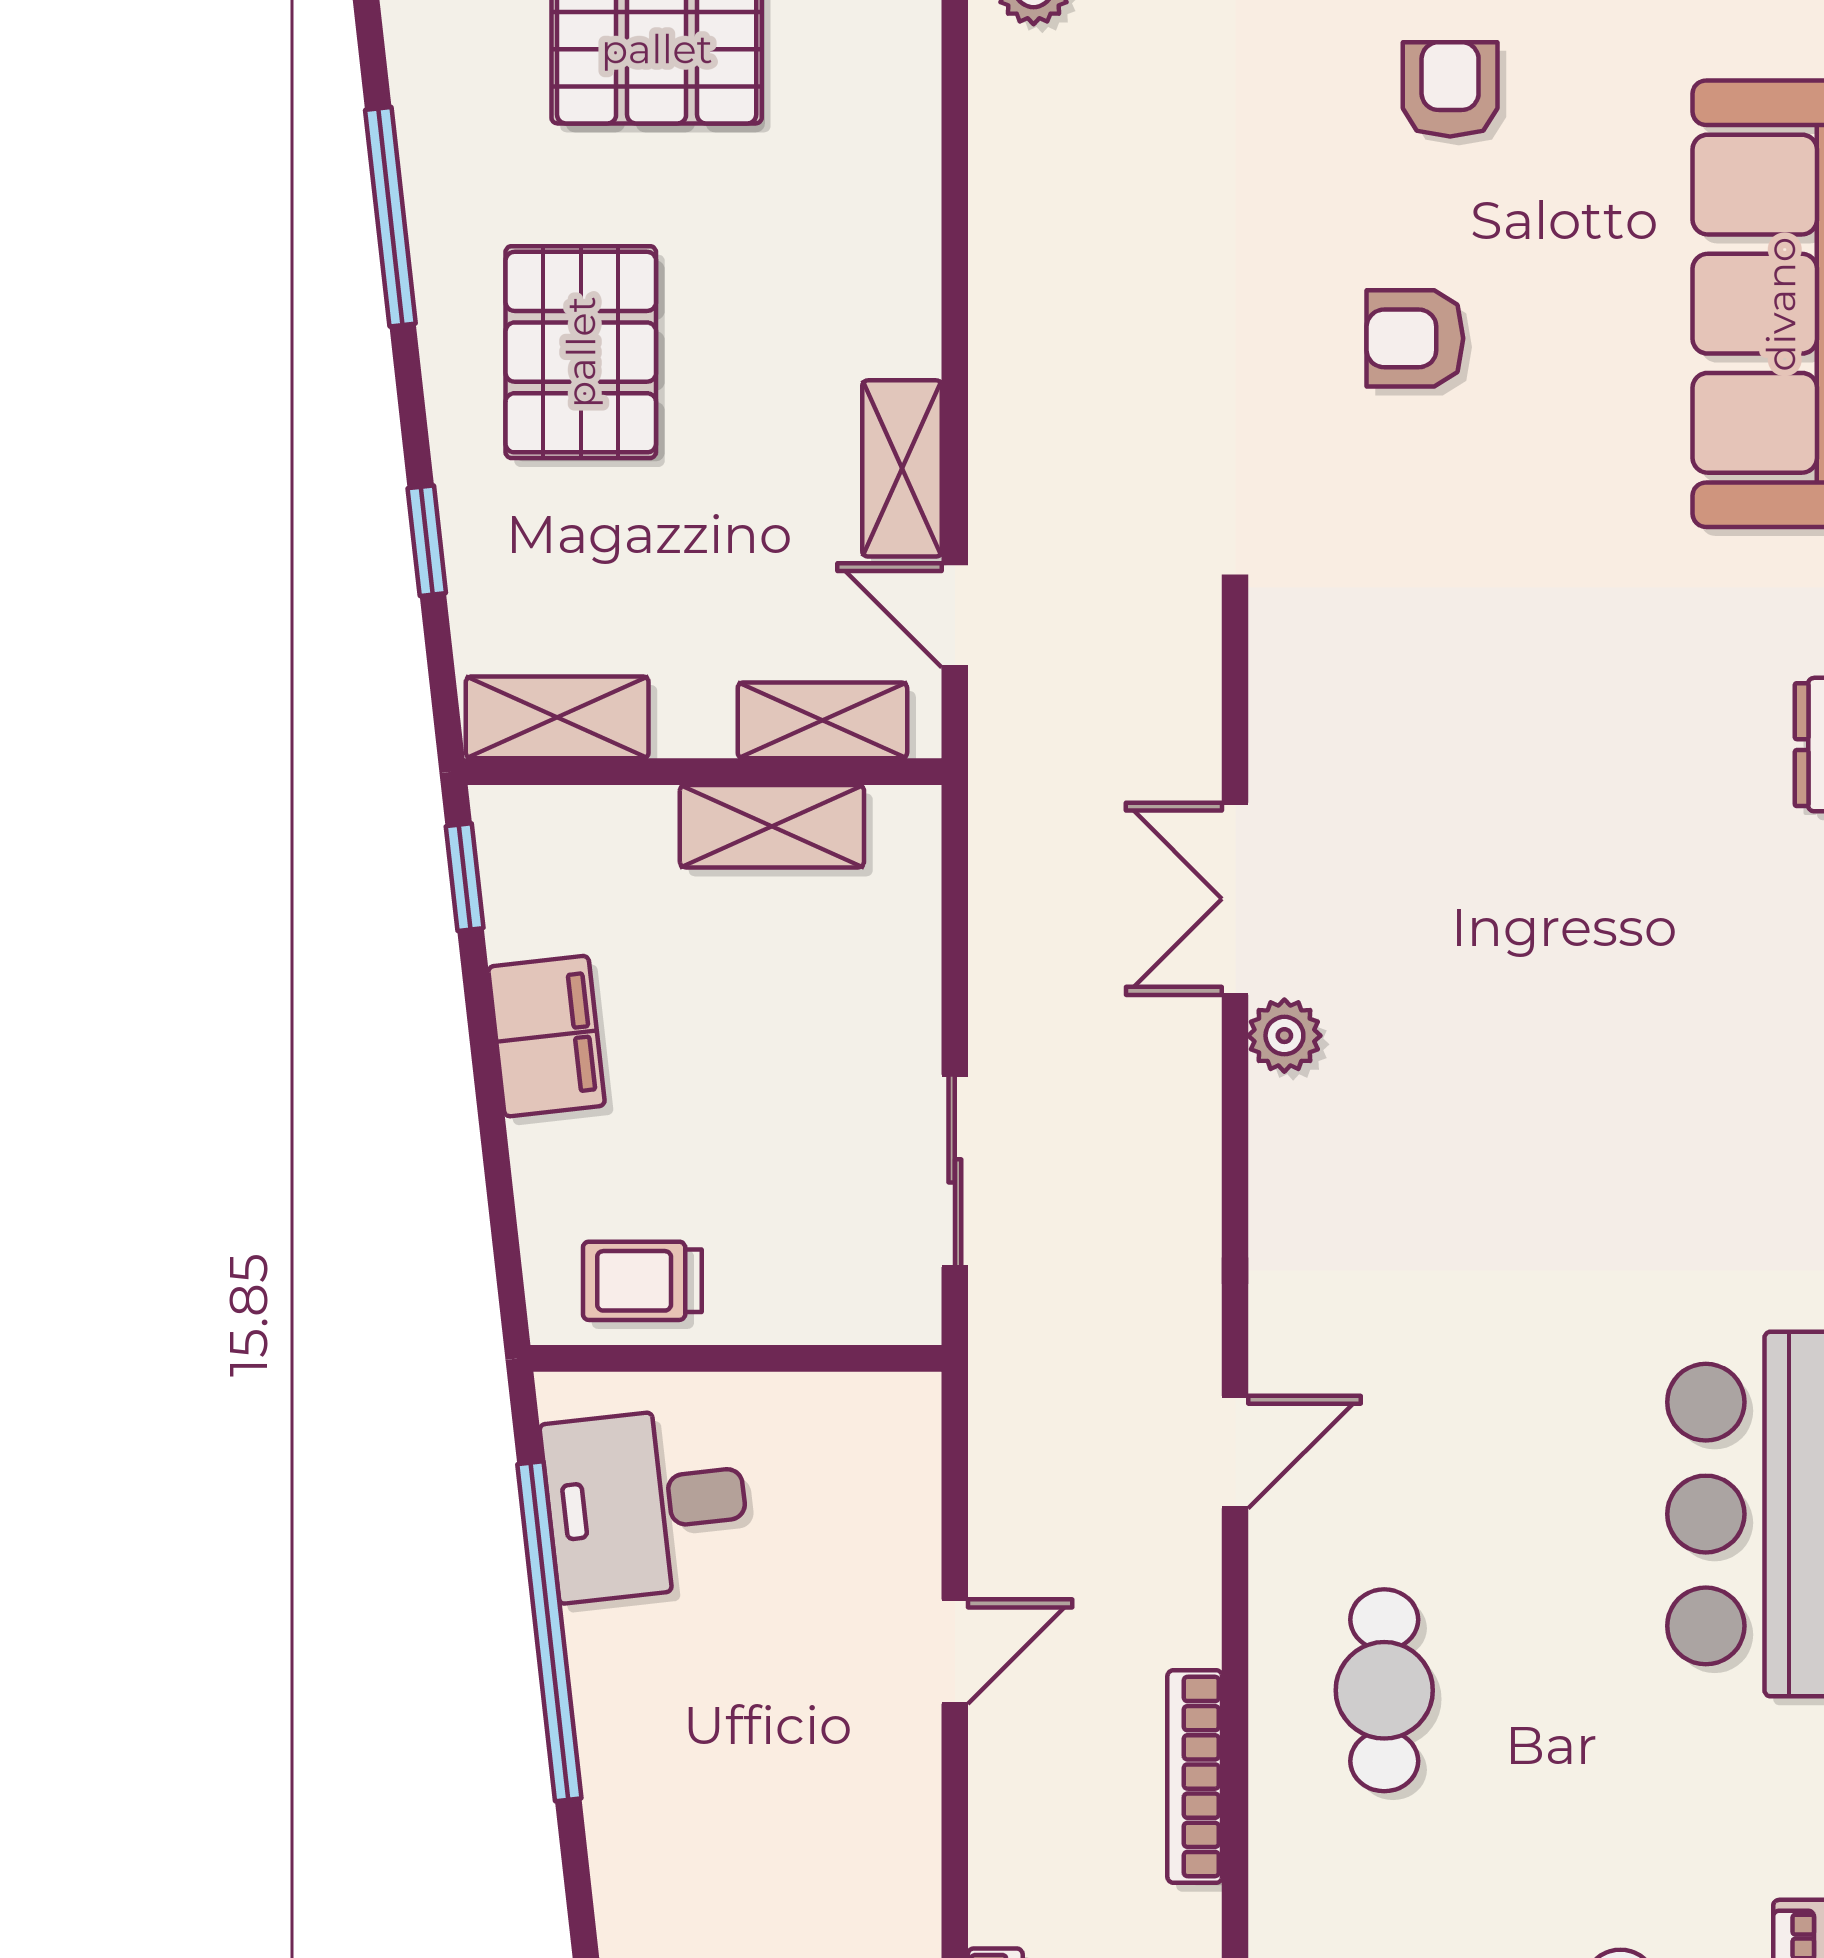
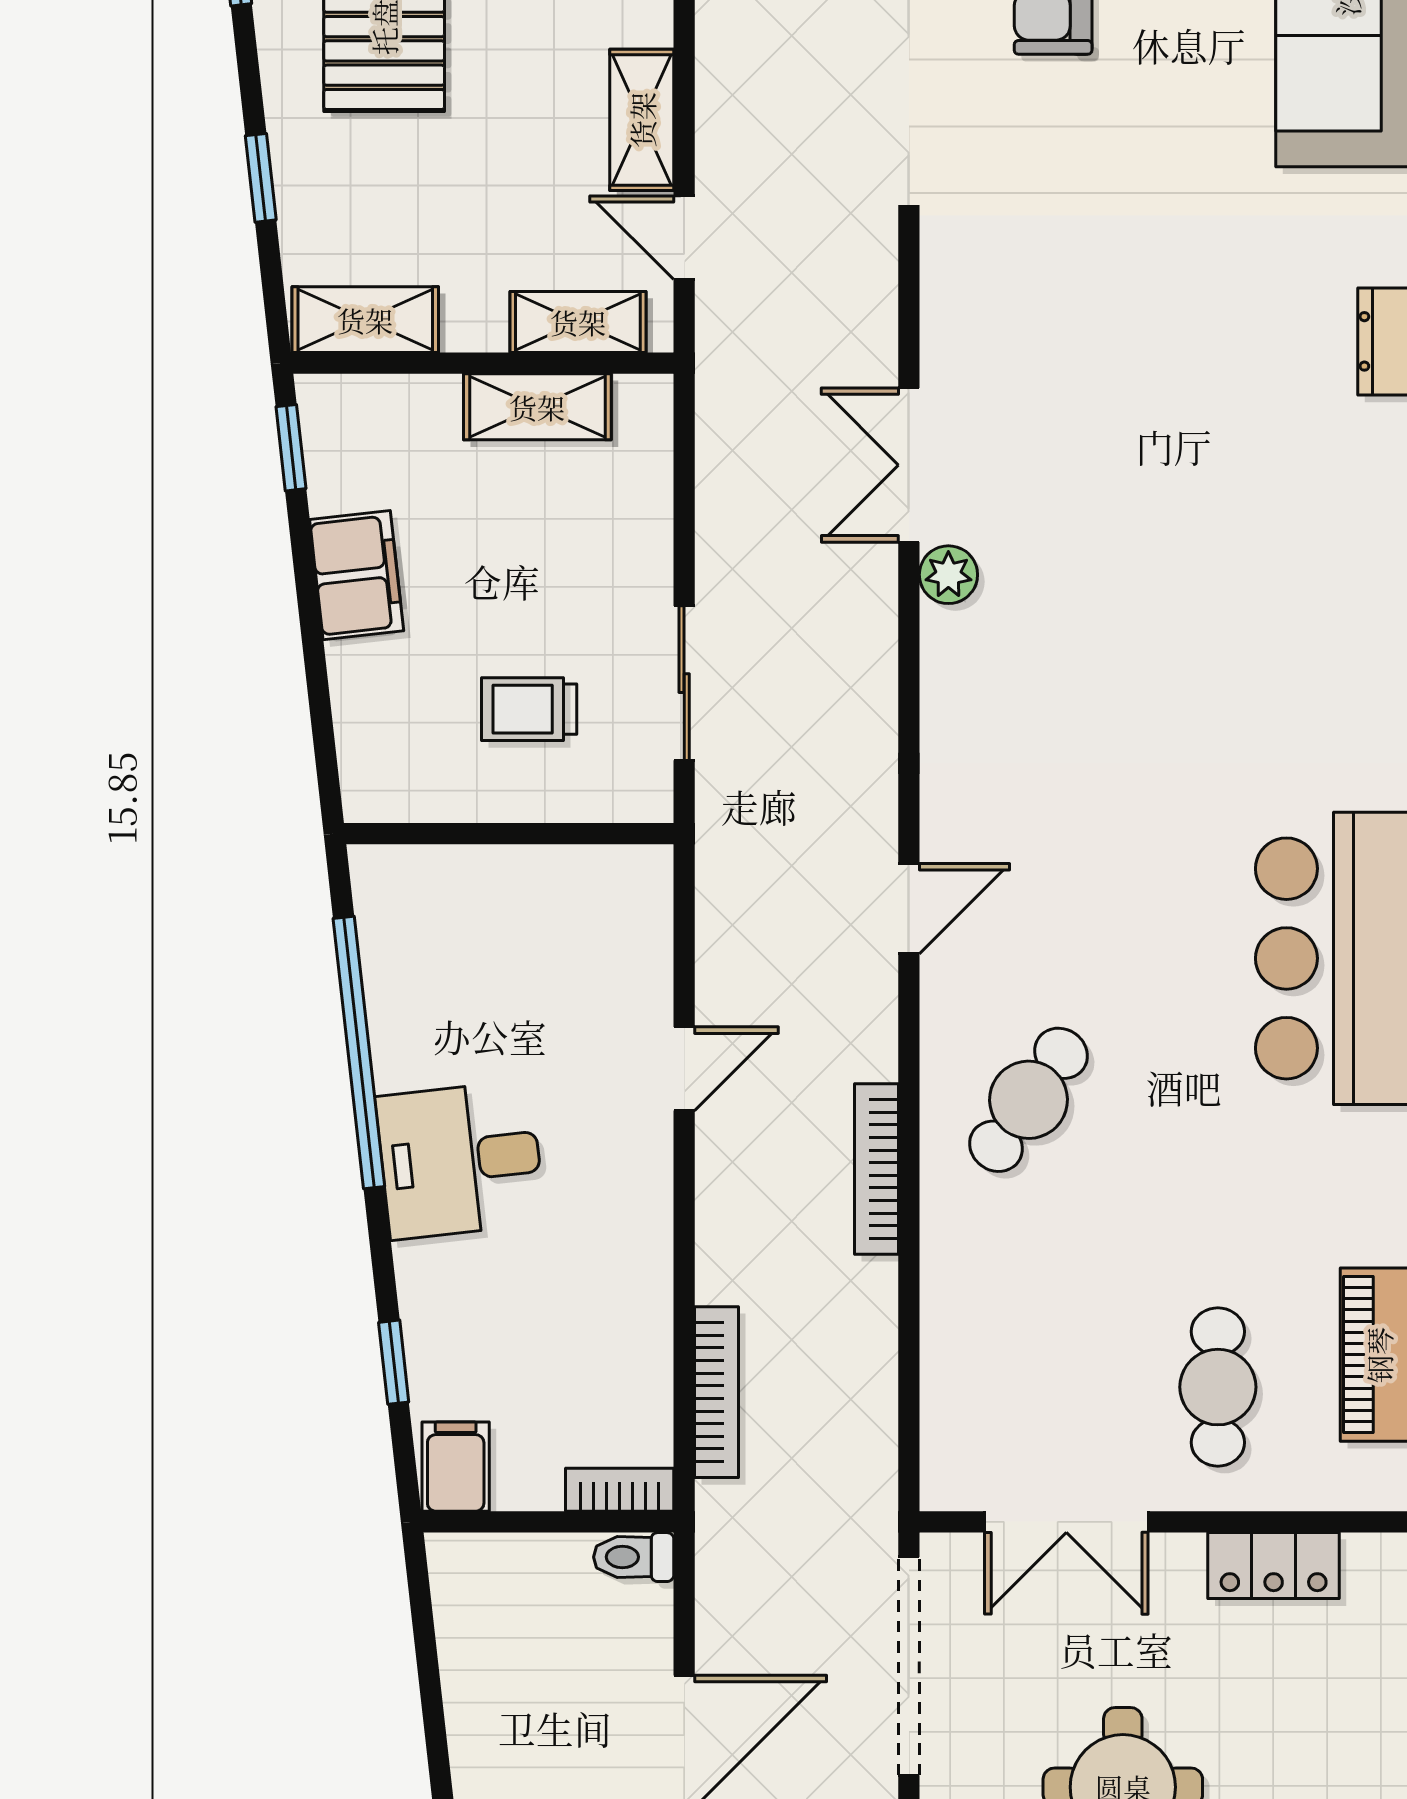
trolley: (642, 1281) -> (529, 709), moved
desk: (646, 1504) -> (460, 1160), moved
cafe table: (1384, 1690) -> (1029, 1100), turned 35

